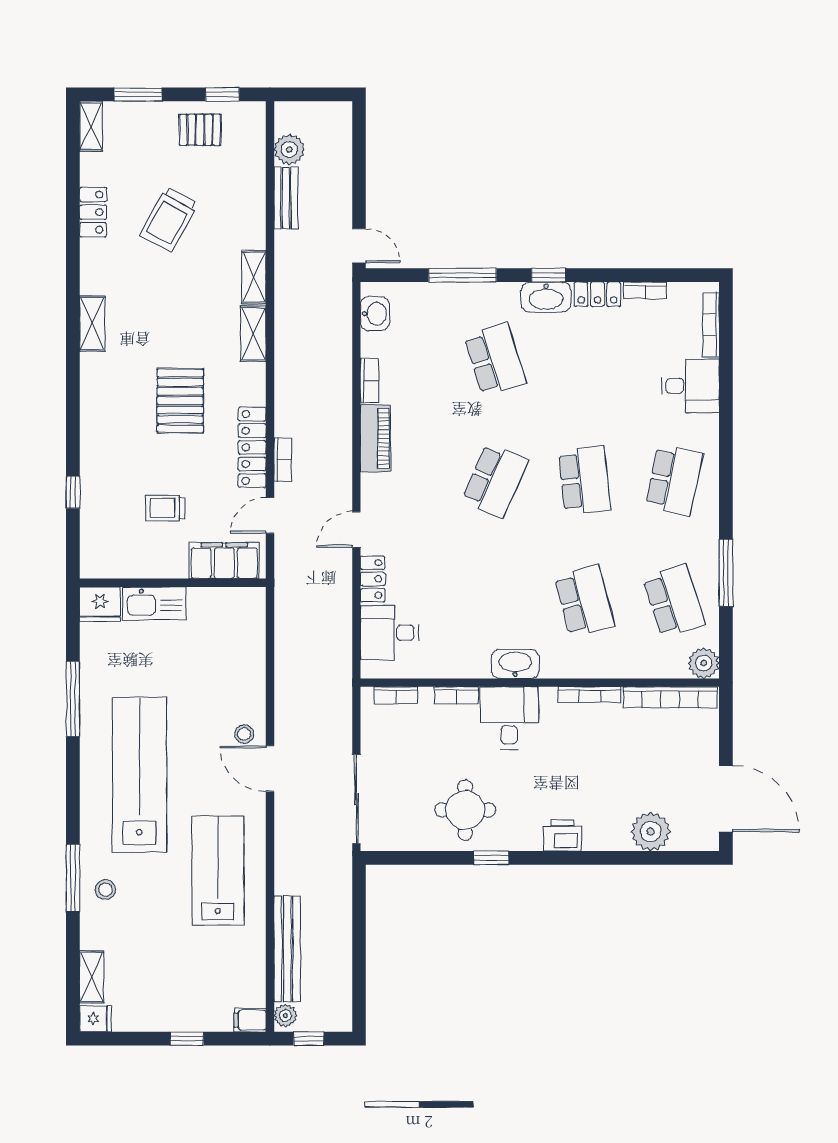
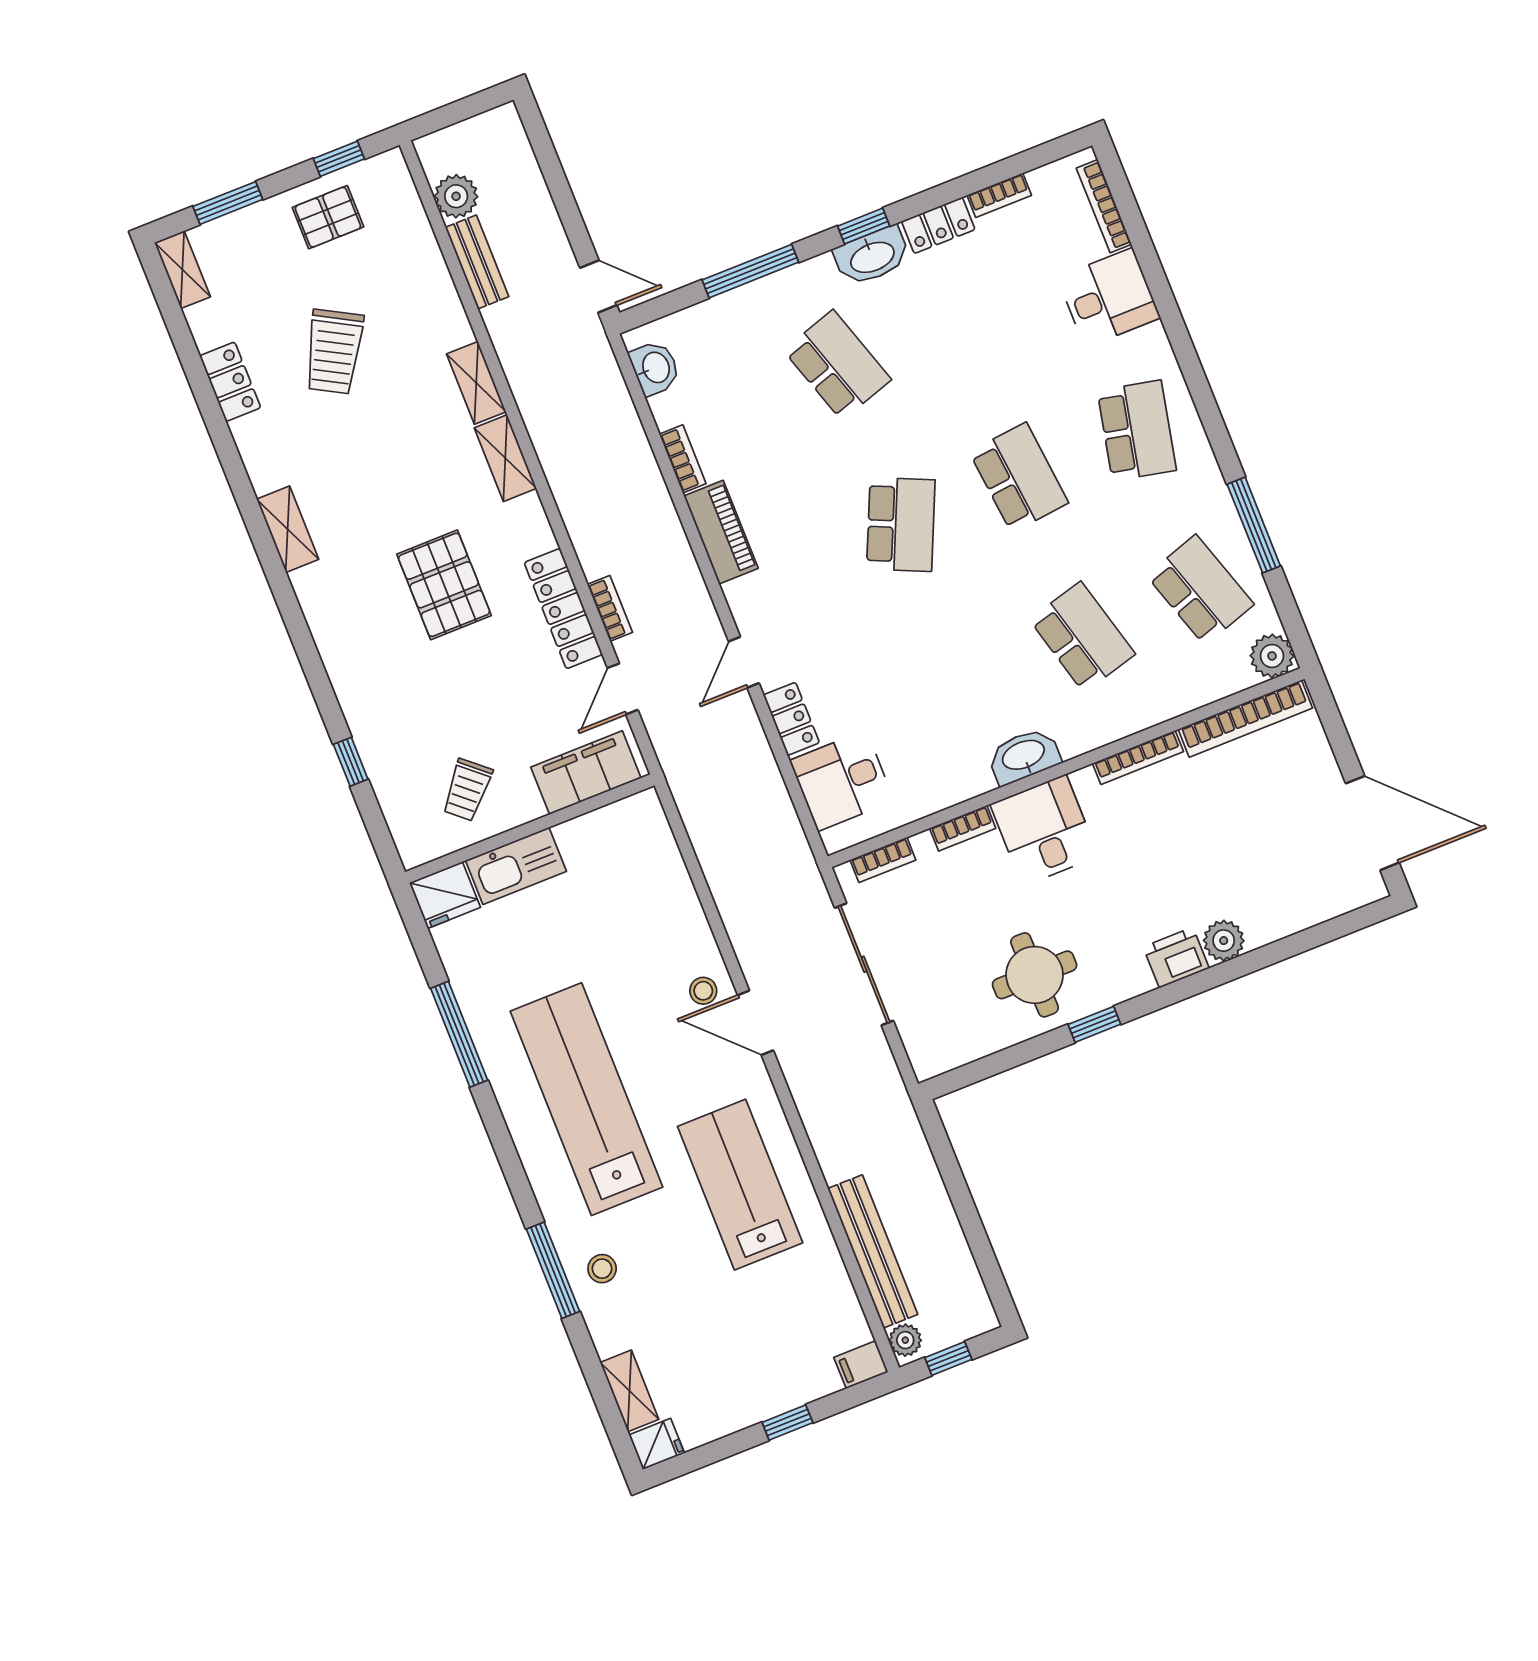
trolley: (165, 508) -> (467, 790), moved, turned -49
sliding door: (356, 799) -> (864, 964), moved
plant: (651, 832) -> (1224, 941), moved, width x0.73, depth x0.73

